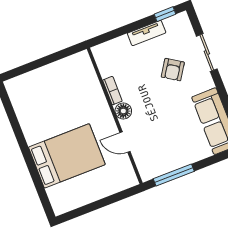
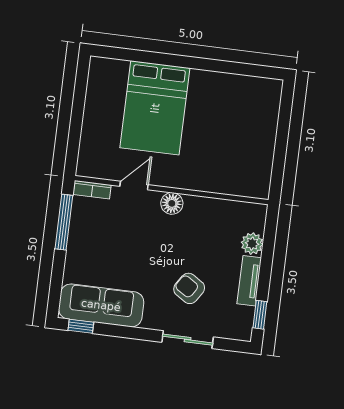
plant: (121, 44) -> (252, 244), added
bookcase: (112, 91) -> (92, 190), moved

